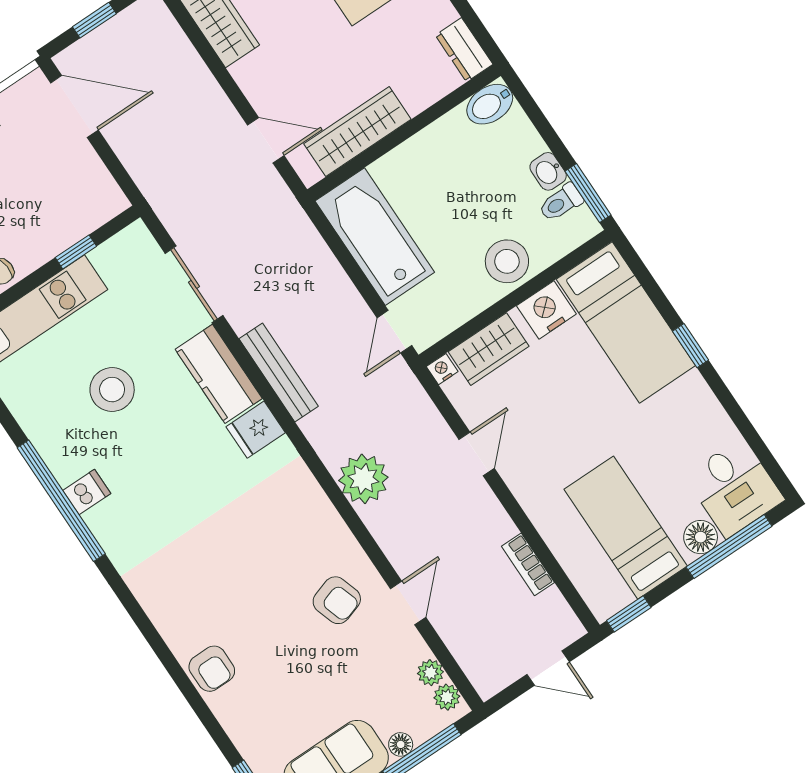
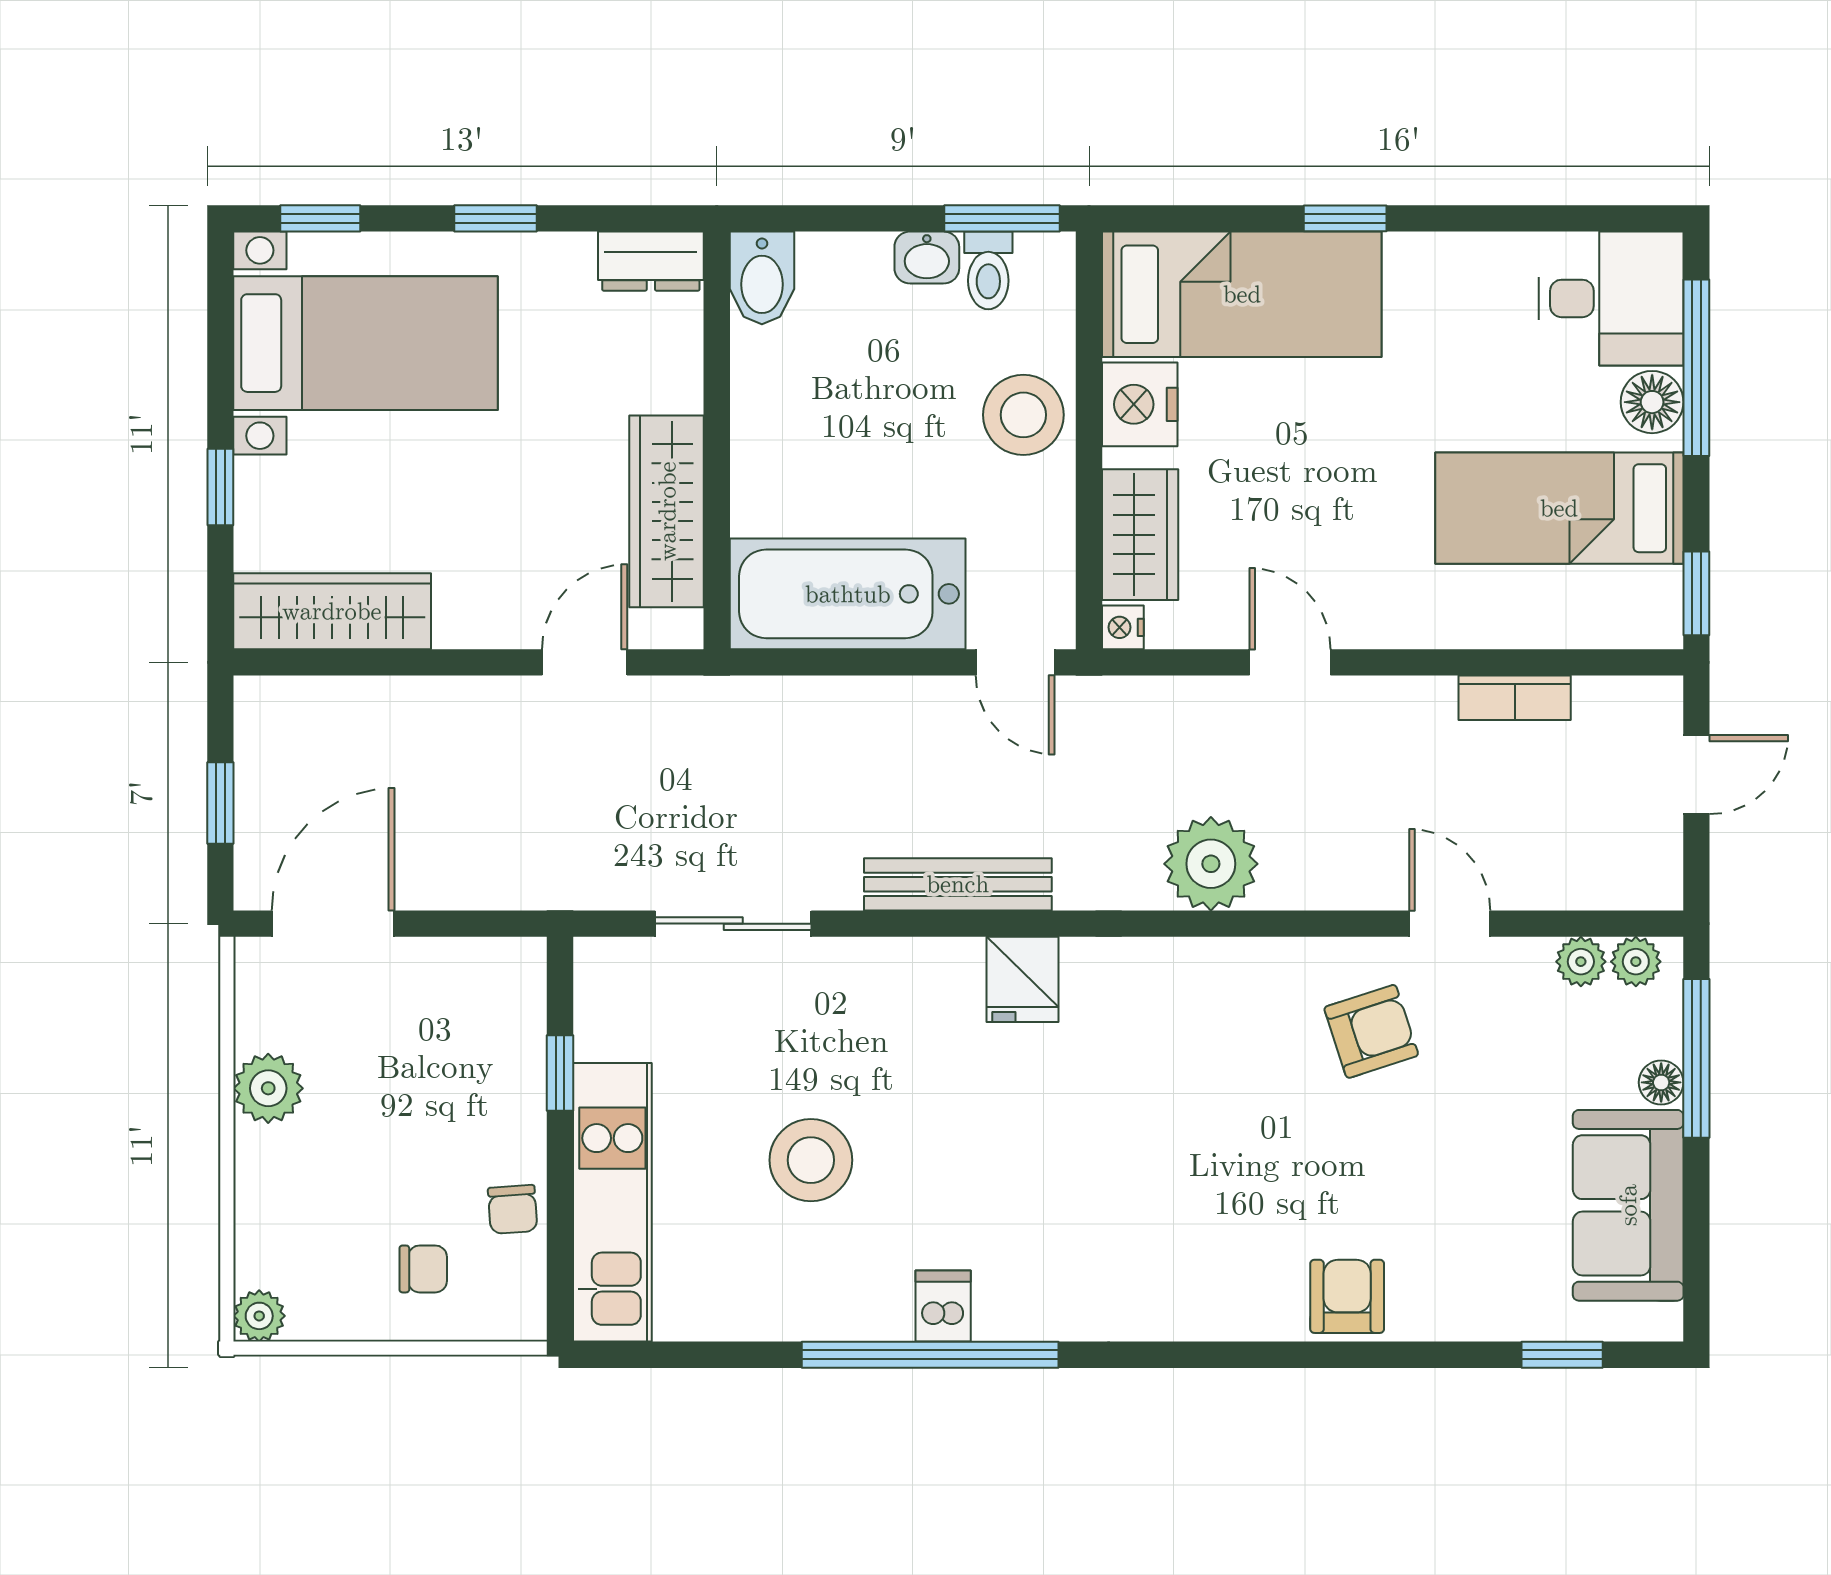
kitchen counter: (219, 374) -> (898, 979), removed
armchair: (212, 669) -> (1347, 1296), turned -90

